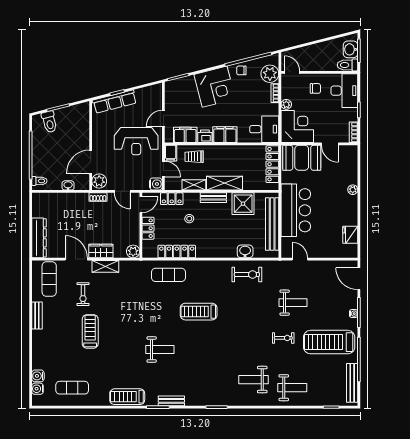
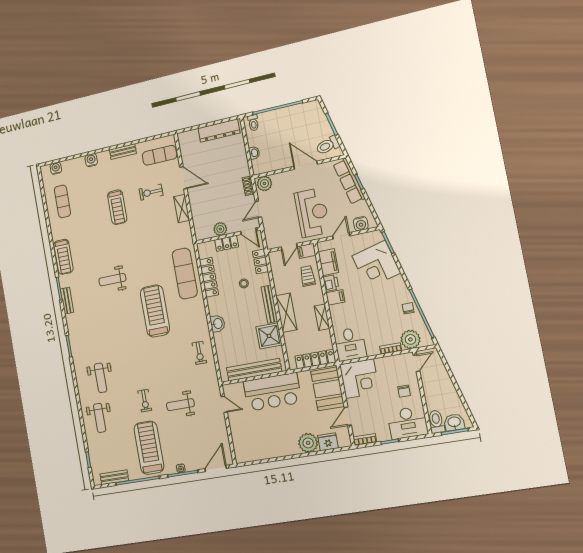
corner desk: (215, 87) -> (376, 264), moved
plant: (286, 104) -> (381, 363), removed
door: (163, 118) -> (341, 236), hinge flipped
toilet: (49, 122) -> (328, 145), moved
filing cabinet: (225, 135) -> (335, 297), width x0.50
reception desk: (136, 141) -> (312, 213), turned 180
door: (91, 162) -> (306, 165), moved
water cooler: (156, 184) -> (361, 224), moved
shelving: (194, 185) -> (322, 317), moved
plant: (353, 190) -> (308, 443), width x1.87, depth x1.87
bench: (213, 198) -> (269, 304), width x1.36
fridge: (350, 235) -> (328, 442), moved
dresser: (39, 238) -> (219, 131), moved
wardrobe: (101, 251) -> (196, 201), removed
plant: (133, 251) -> (220, 229), moved
washbasin: (245, 251) -> (218, 324), moved
door: (76, 259) -> (183, 178), hinge flipped
door: (300, 259) -> (224, 404), hinge flipped
exercise mat: (168, 275) -> (185, 274), width x1.36, depth x1.45
exercise bike: (247, 275) -> (199, 353), width x0.73, depth x0.72
weight bench: (293, 303) -> (180, 405), turned 90
treadmill: (199, 312) -> (155, 311), width x1.37, depth x1.38
treadmill: (90, 331) -> (117, 207), turned 90
weight bench: (160, 349) -> (112, 280), turned 90
water cooler: (38, 376) -> (91, 160), moved
weight bench: (253, 380) -> (100, 378), turned 180
bench: (352, 383) -> (114, 477), width x0.73
treadmill: (127, 397) -> (63, 257), turned 180

